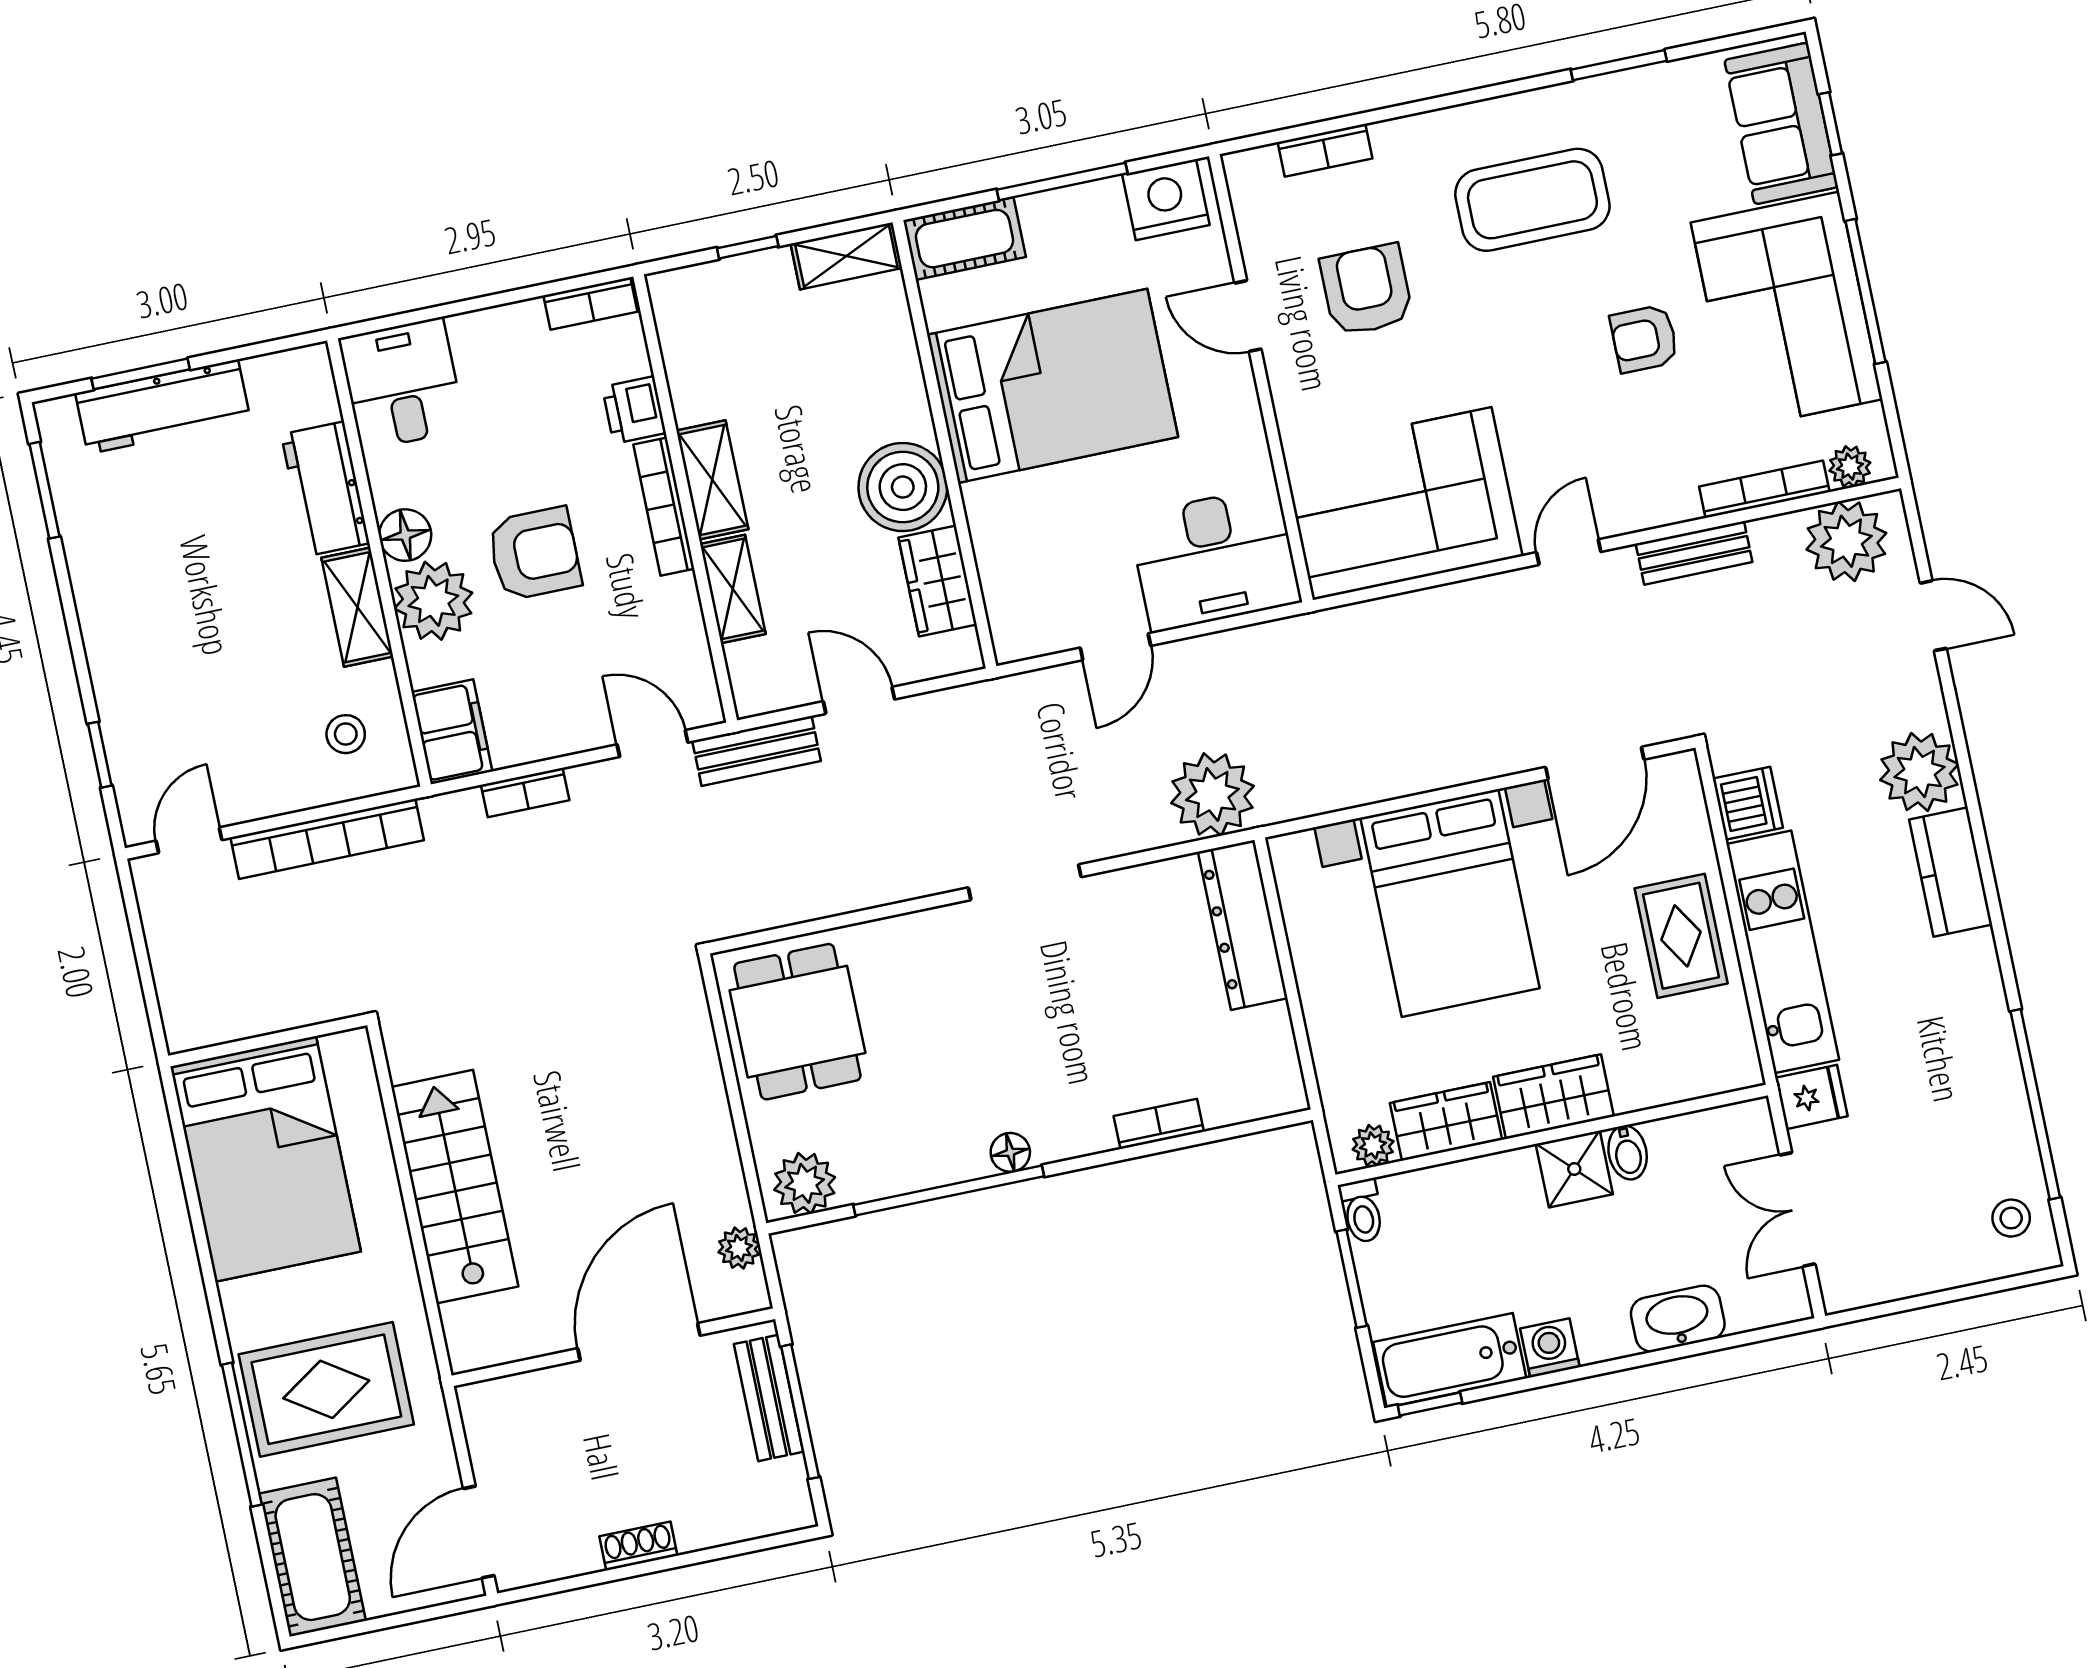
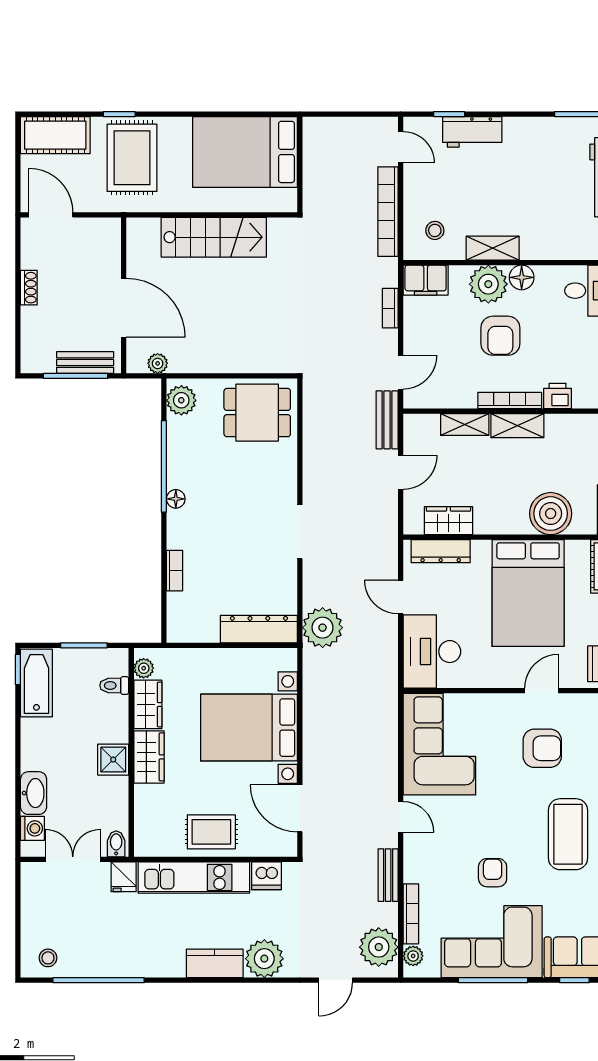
boiler: (903, 487) -> (551, 514), moved
workbench: (325, 489) -> (472, 132), moved, turned 180
dresser: (1004, 584) -> (441, 551), added
bidet: (1628, 1153) -> (116, 844), moved, turned 90
toilet: (1362, 1211) -> (114, 685), moved
washing machine: (1550, 1348) -> (32, 828), moved
window: (242, 1435) -> (119, 114), width x0.46

